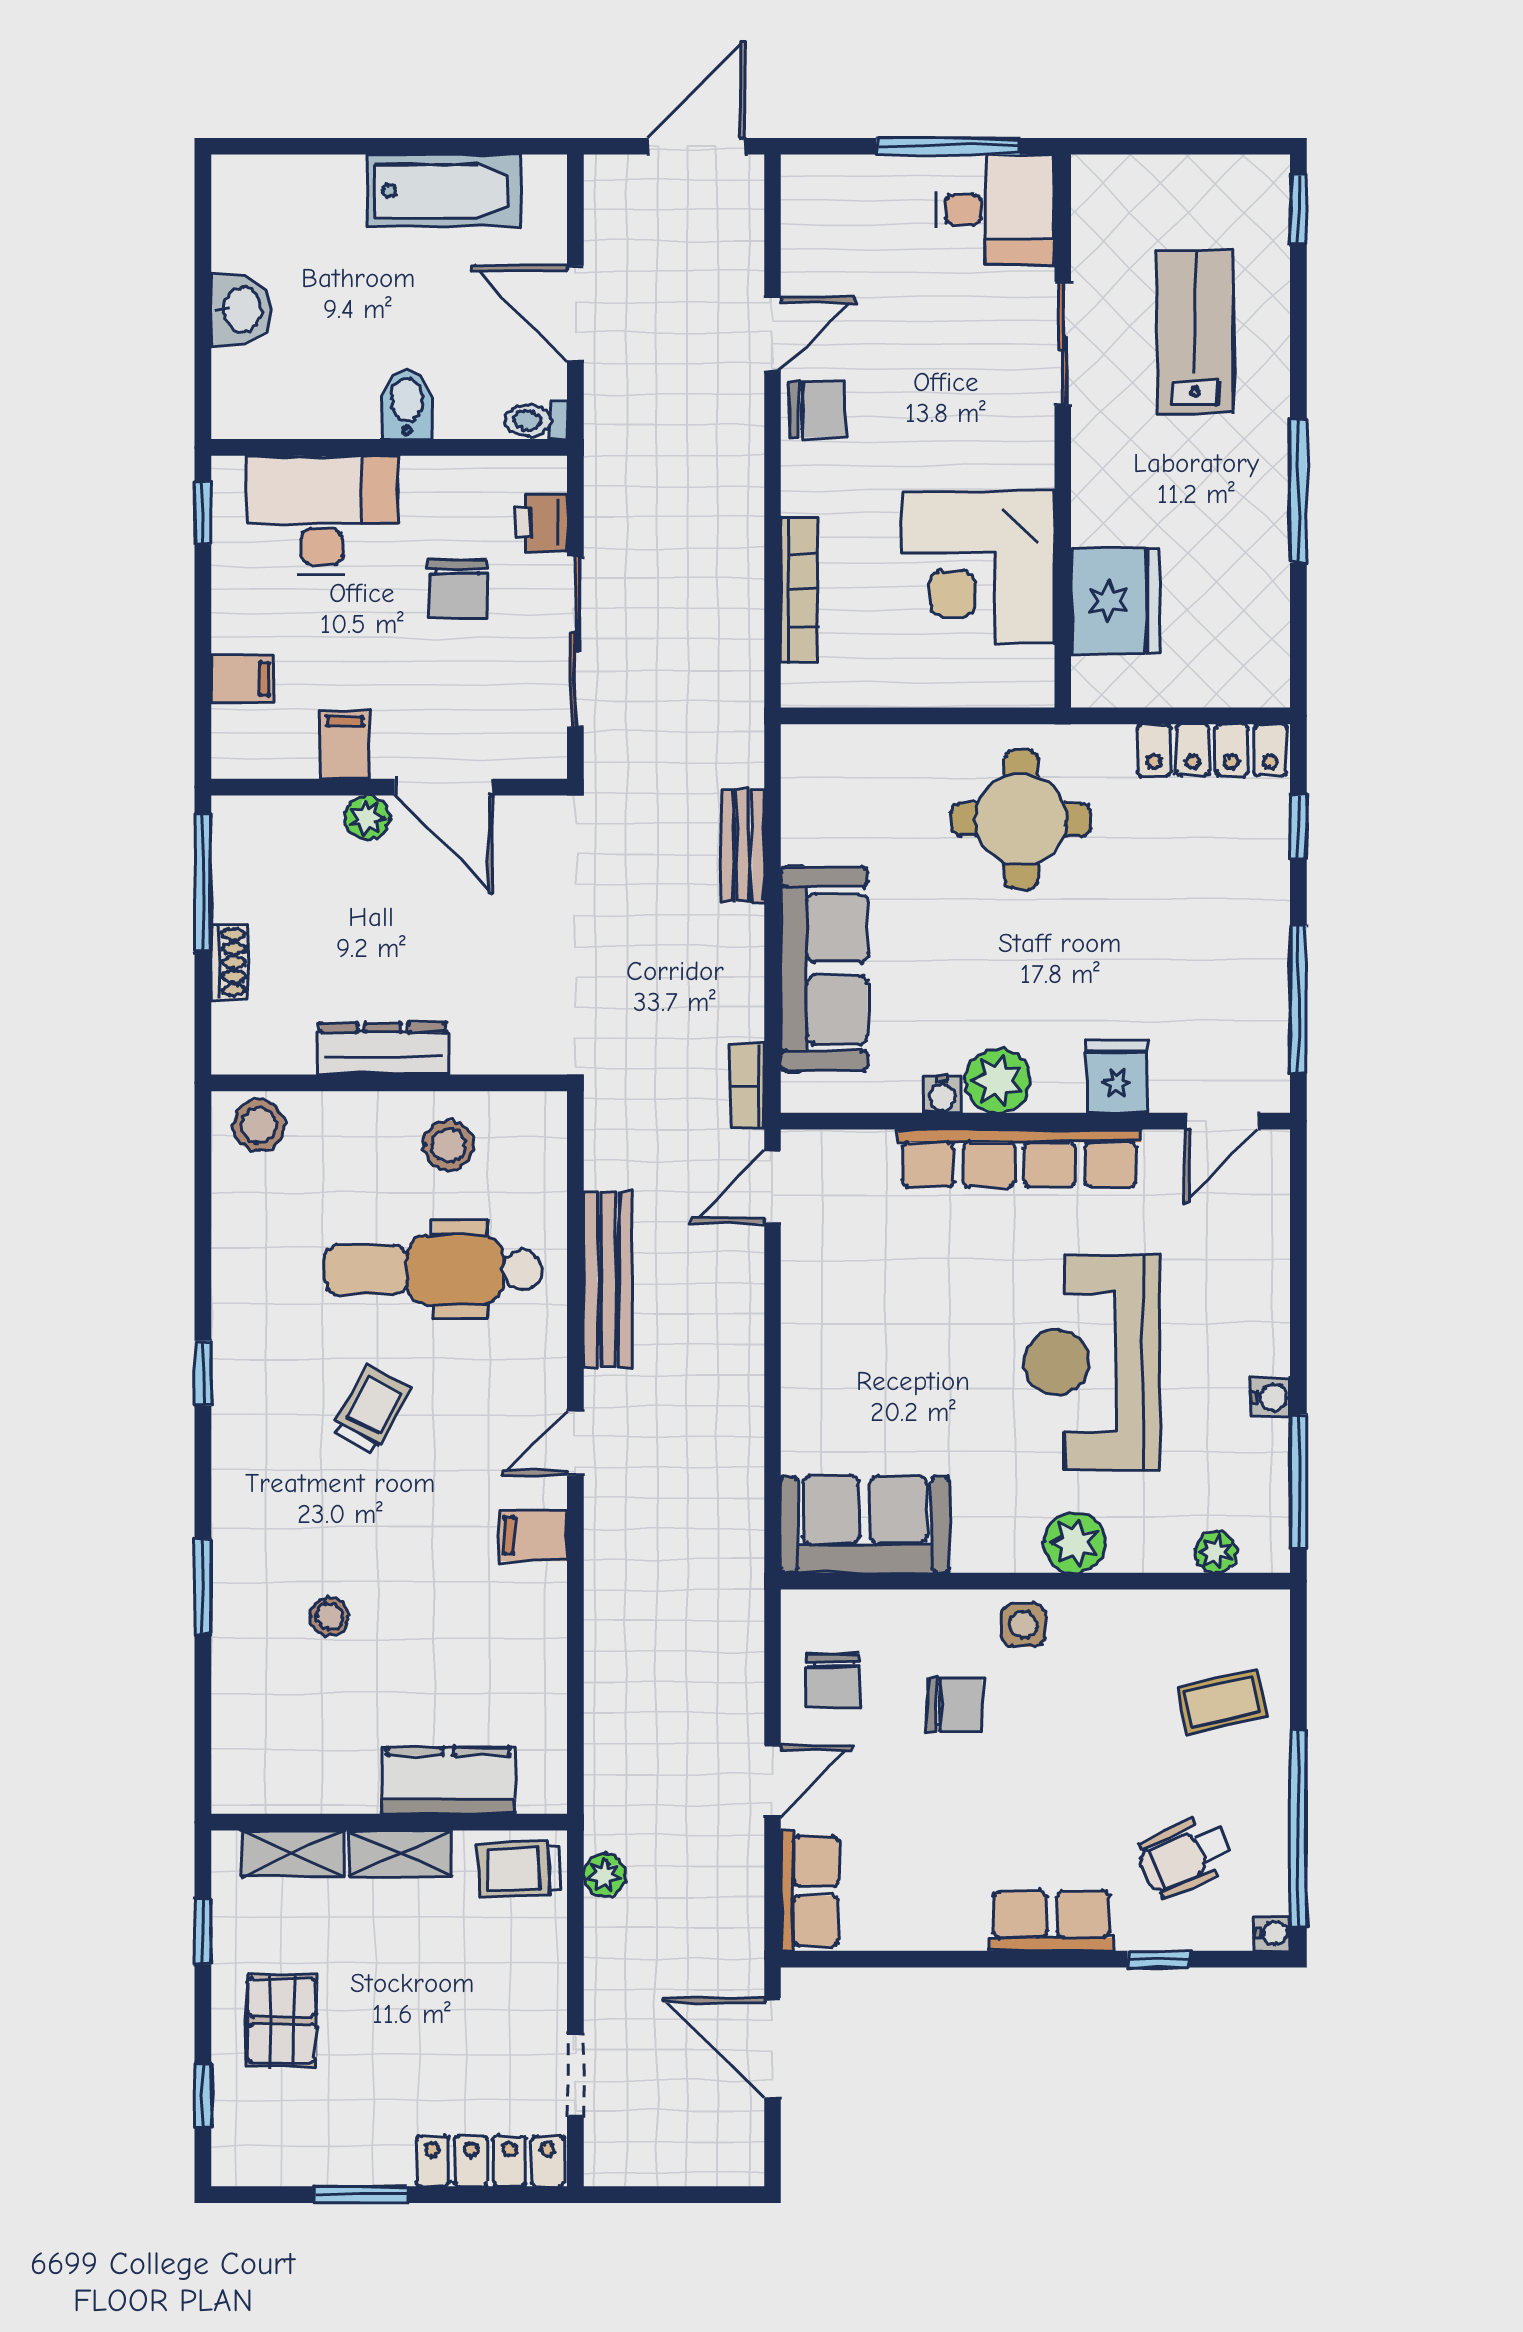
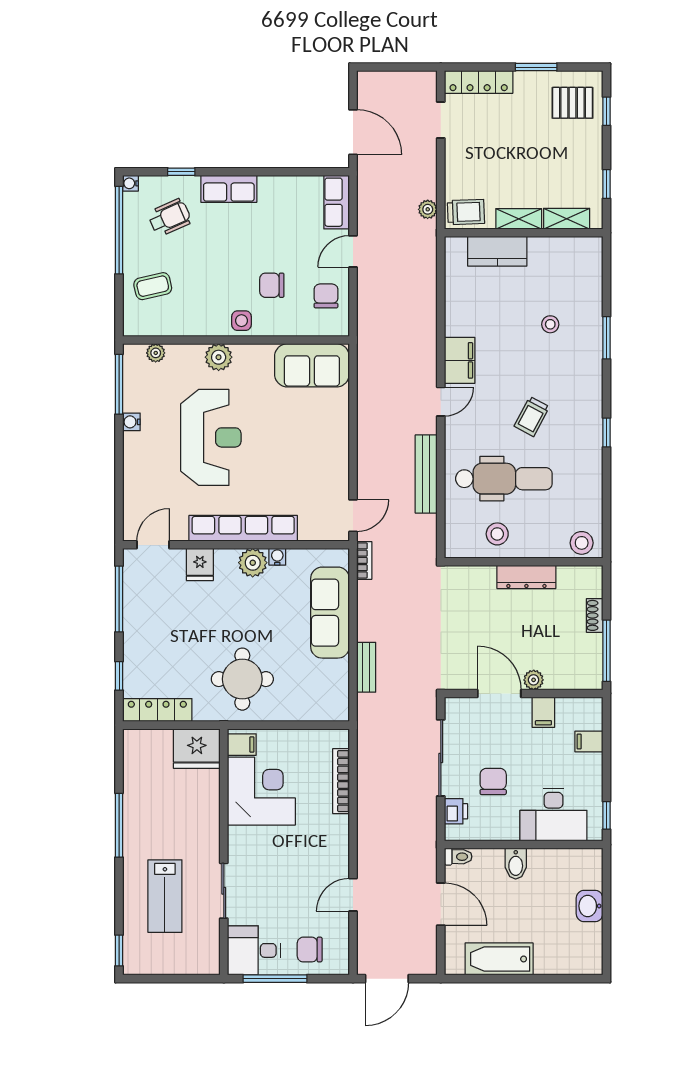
chair: (817, 410) -> (310, 950), moved
fridge: (1115, 601) -> (197, 749), moved, turned -90
filing cabinet: (1022, 672) -> (242, 745), added
filing cabinet: (533, 1535) -> (460, 360), width x2.00
pallet: (282, 2021) -> (573, 103), moved, turned 90

